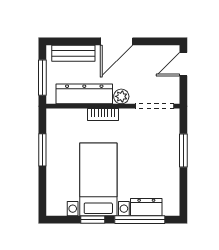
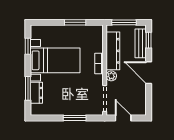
window: (68, 41) -> (149, 40), added
door: (183, 64) -> (123, 118), moved
window: (93, 220) -> (28, 46), moved
window: (140, 220) -> (28, 88), width x0.69

